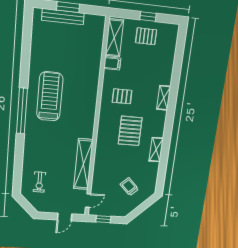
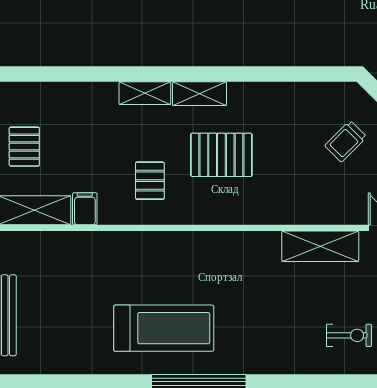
treadmill: (50, 96) -> (164, 328), turned 180
shelving: (156, 150) -> (200, 94), moved
shelving: (83, 164) -> (320, 246), width x0.68

